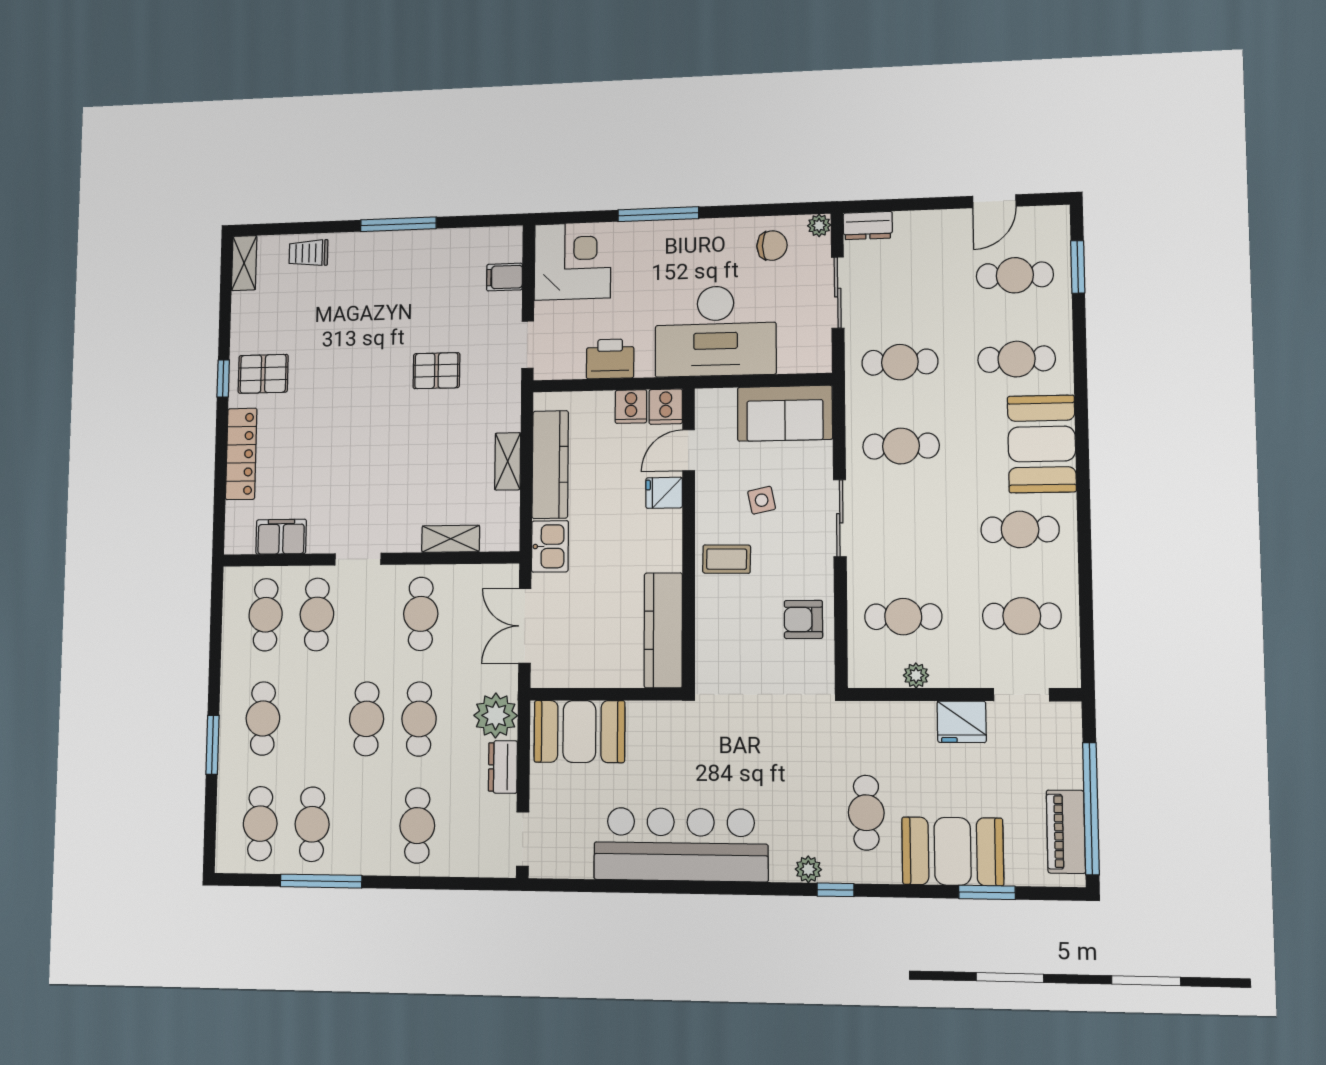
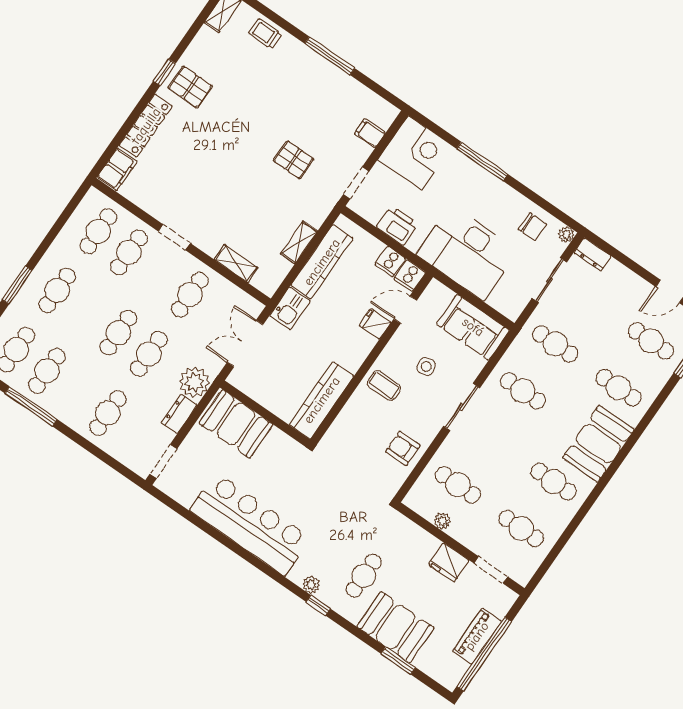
filing cabinet: (281, 537) -> (117, 169), moved, turned 90
piano: (1066, 832) -> (477, 636), moved

